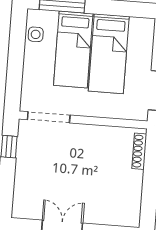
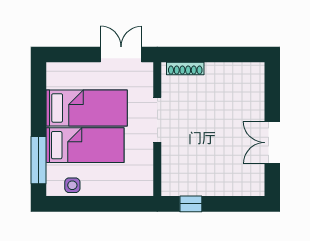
doorway: (49, 117) -> (157, 120), moved

